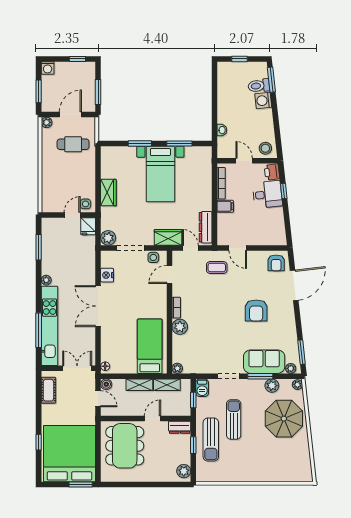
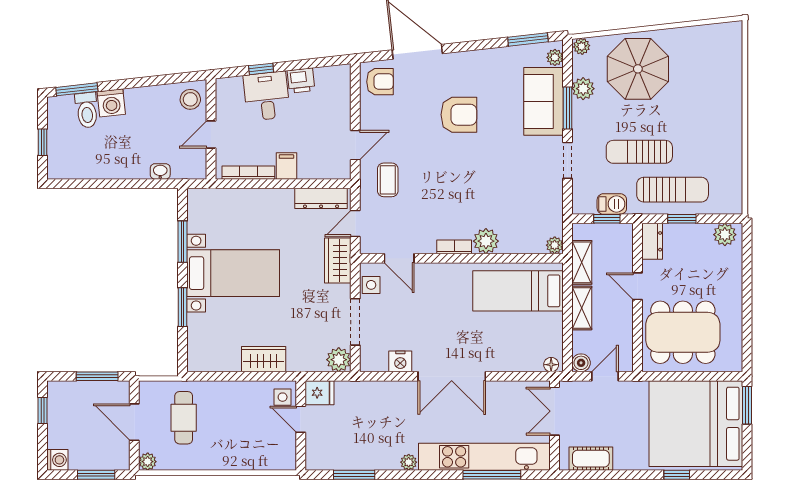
printer: (272, 172) -> (301, 81), moved
barbecue: (202, 388) -> (612, 204), moved

